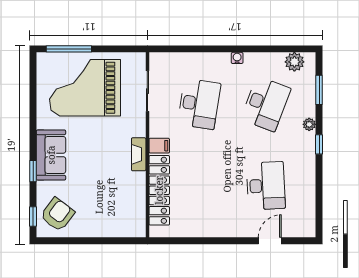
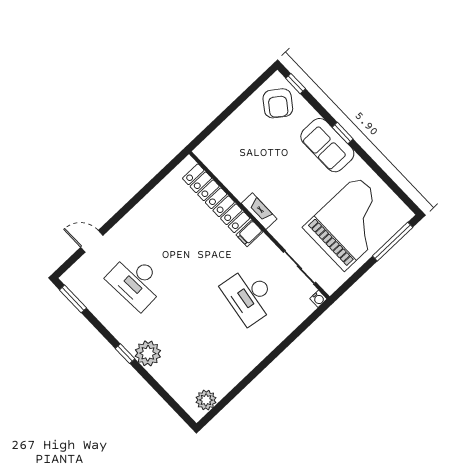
water cooler: (237, 58) -> (318, 299), moved
window: (319, 90) -> (73, 299), moved
desk: (266, 104) -> (197, 346), removed
plant: (309, 124) -> (148, 353), width x1.88, depth x1.88
window: (33, 171) -> (343, 133), moved
door: (270, 241) -> (92, 241), swing flipped

